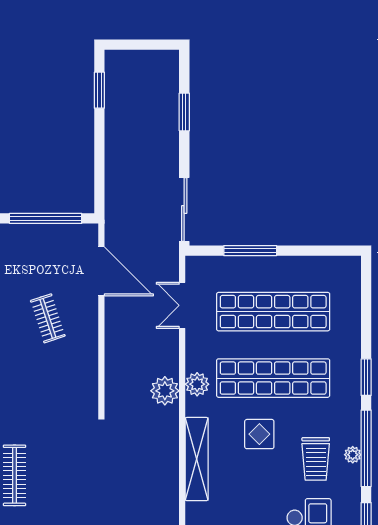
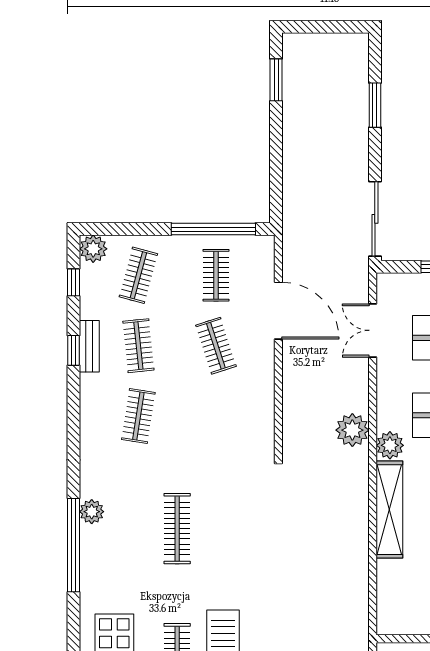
clothes rail: (48, 258) -> (216, 275), added
door: (101, 271) -> (278, 311), moved
plant: (197, 384) -> (390, 445), moved

